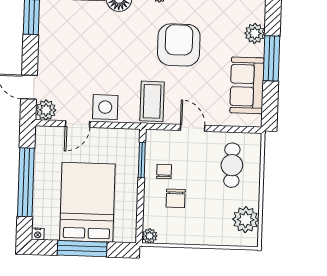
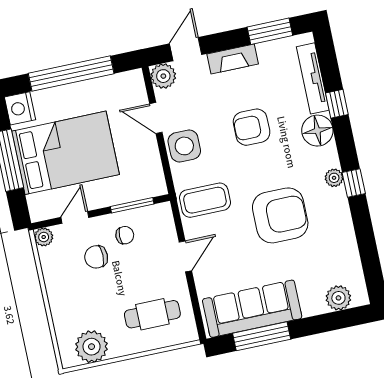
plant: (255, 33) -> (338, 298), moved
armchair: (103, 50) -> (252, 127), added
fireplace: (46, 52) -> (233, 59), added
window: (272, 58) -> (262, 336), moved
sofa: (247, 85) -> (252, 309), width x1.36
door: (140, 207) -> (75, 217), added
nightstand: (38, 234) -> (20, 108), width x1.89, depth x1.79

